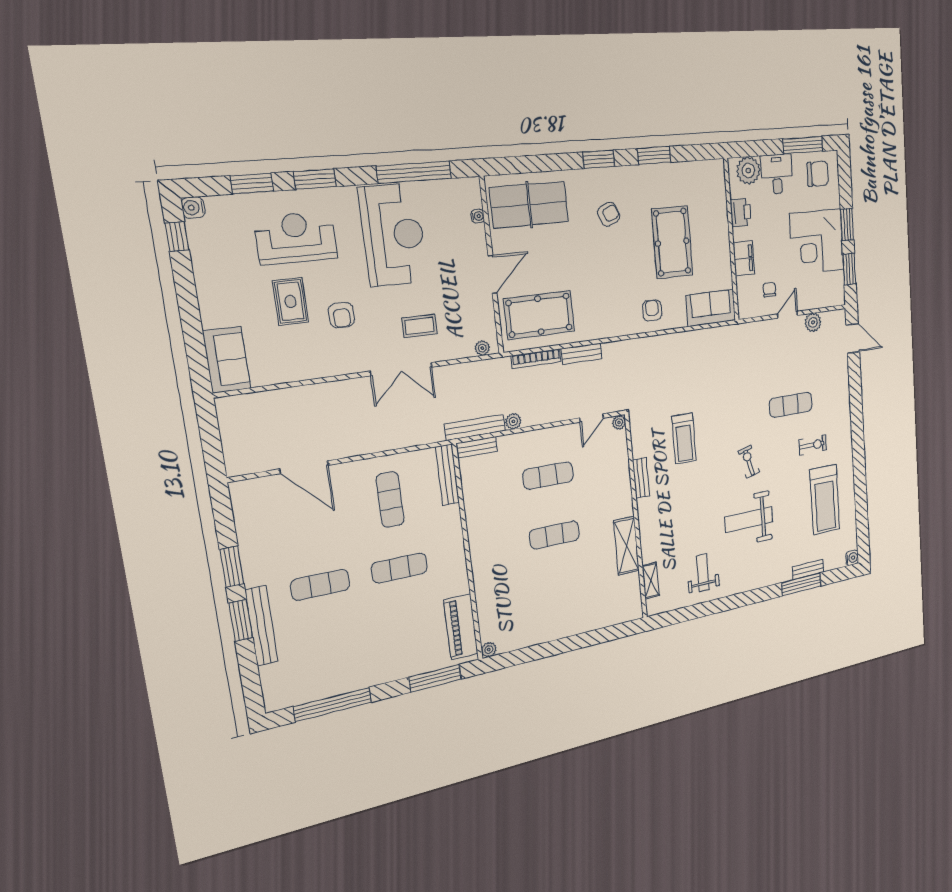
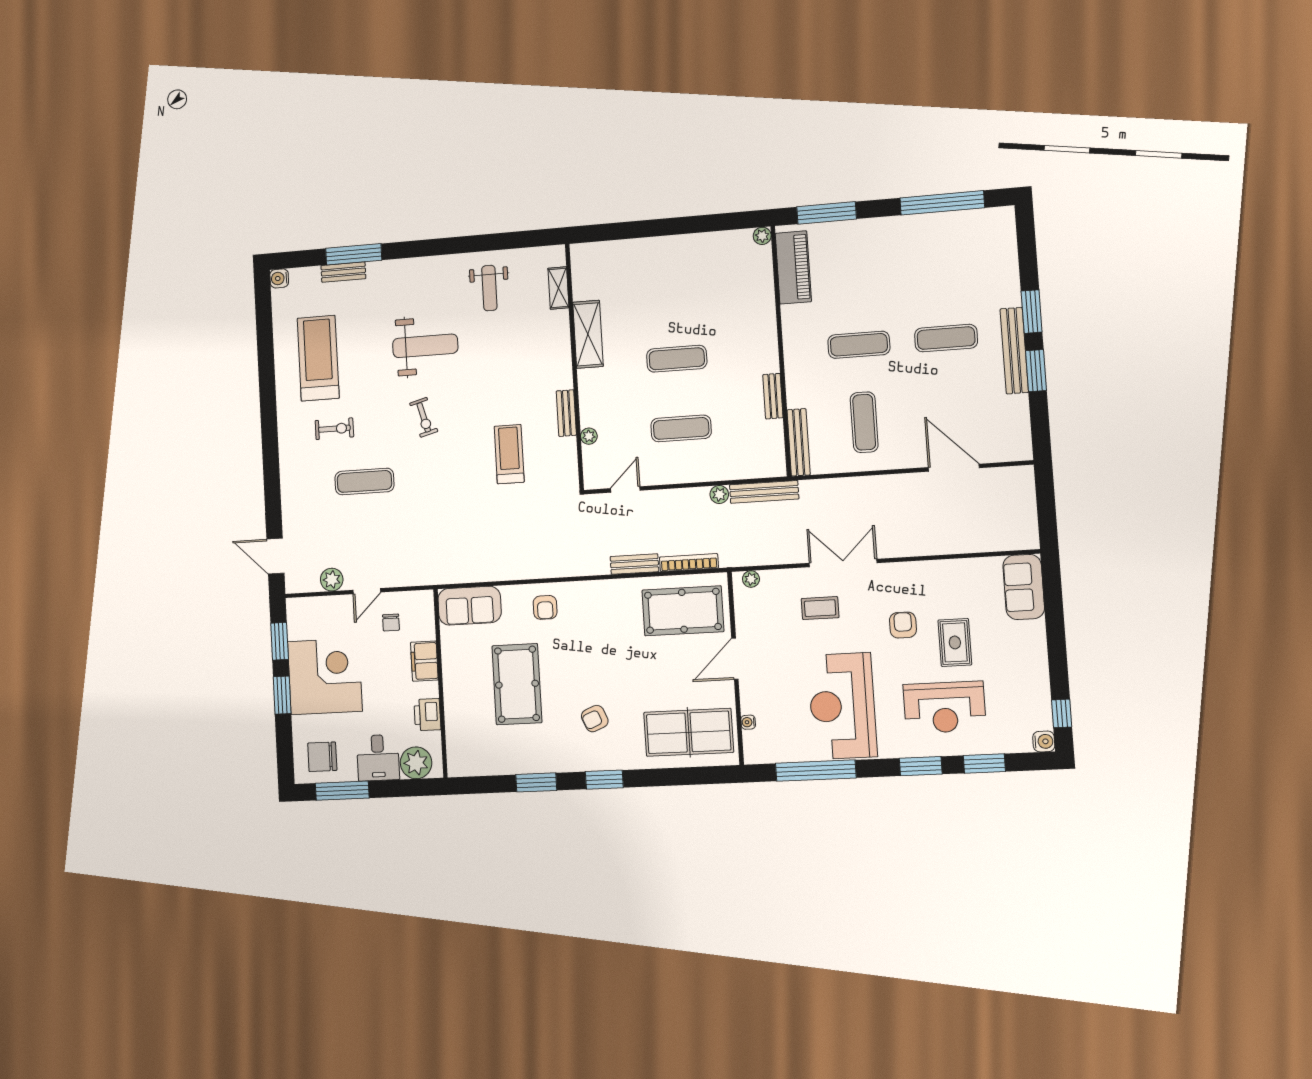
plant: (619, 422) -> (589, 436), moved
exercise bike: (813, 445) -> (334, 429), turned 180
bench: (477, 447) -> (773, 396), moved, turned 90
bench: (262, 626) -> (1014, 351), moved

